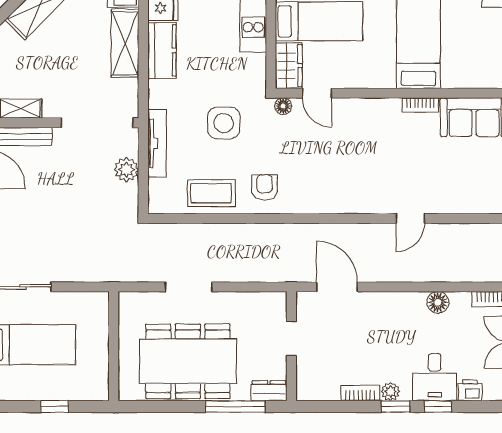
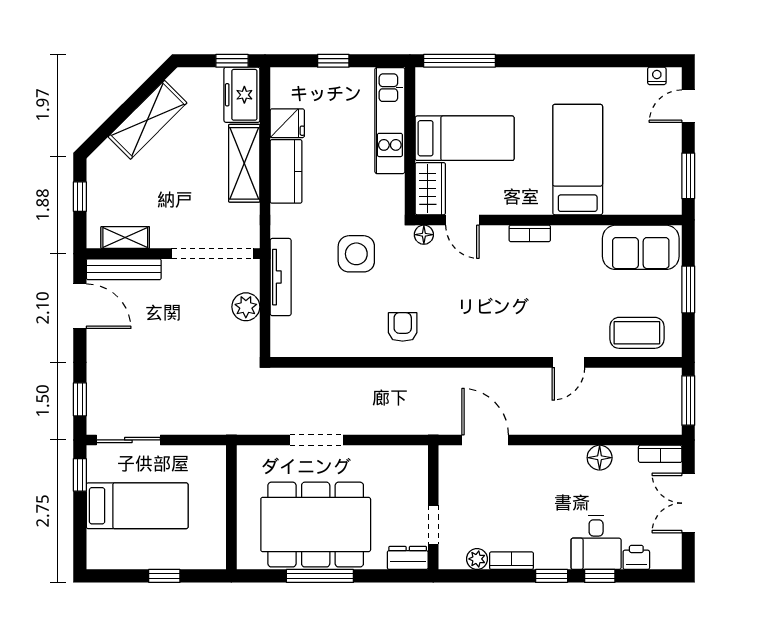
bookcase: (420, 105) -> (530, 233), moved
coffee table: (211, 193) -> (637, 333), moved
doorway: (291, 339) -> (433, 525), moved
plant: (391, 392) -> (477, 559), moved
window: (235, 406) -> (320, 576), moved

